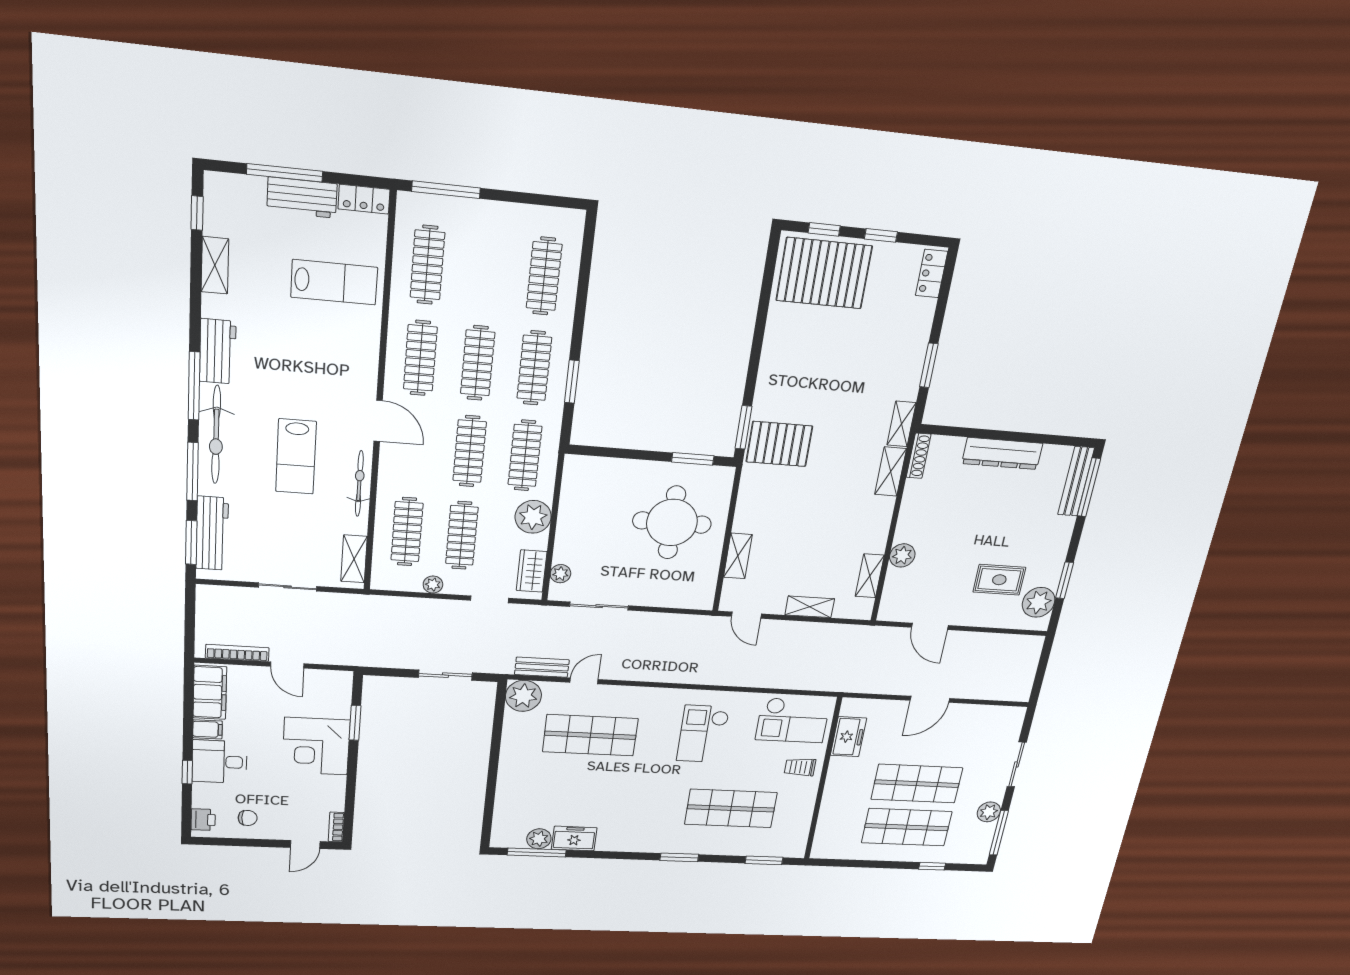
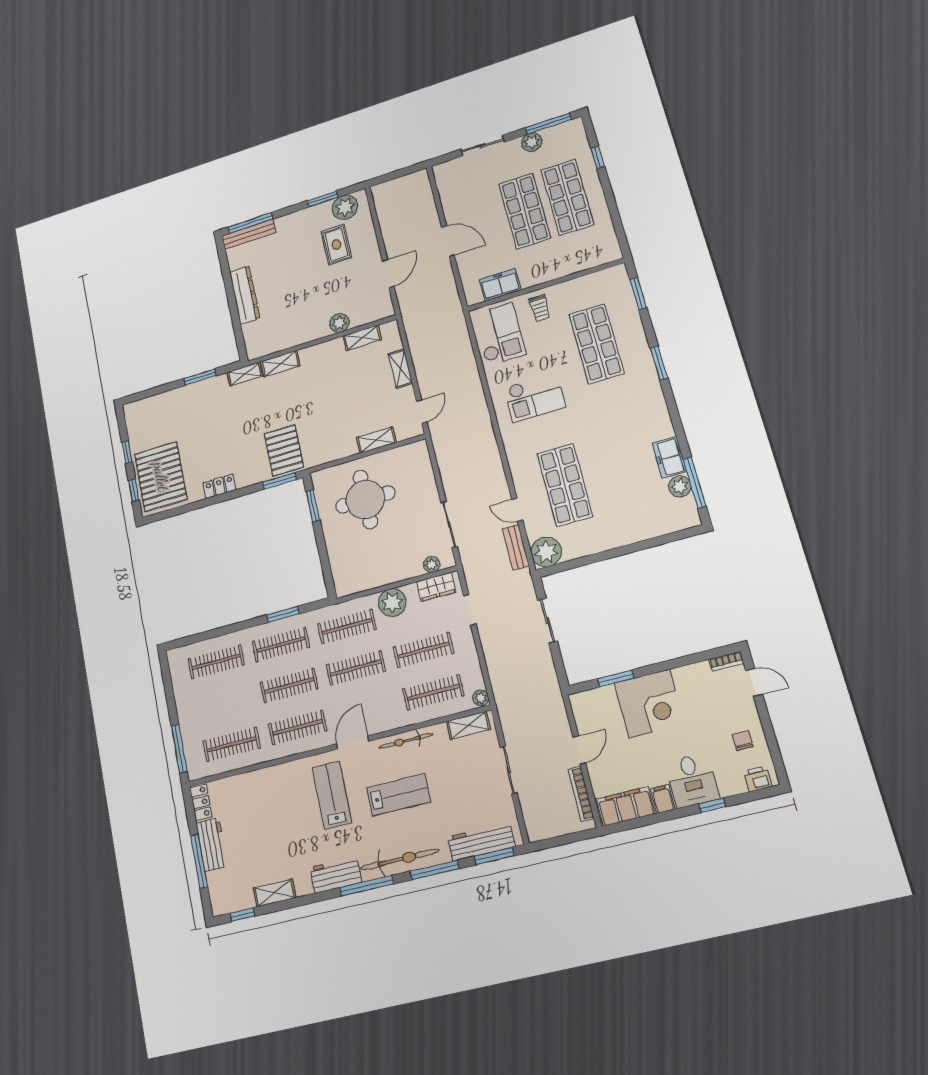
locker: (931, 274) -> (219, 486), moved, turned 180
lab bench: (334, 282) -> (332, 795), moved
shoe rack: (919, 456) -> (263, 351), removed
plant: (433, 585) -> (481, 698), moved

